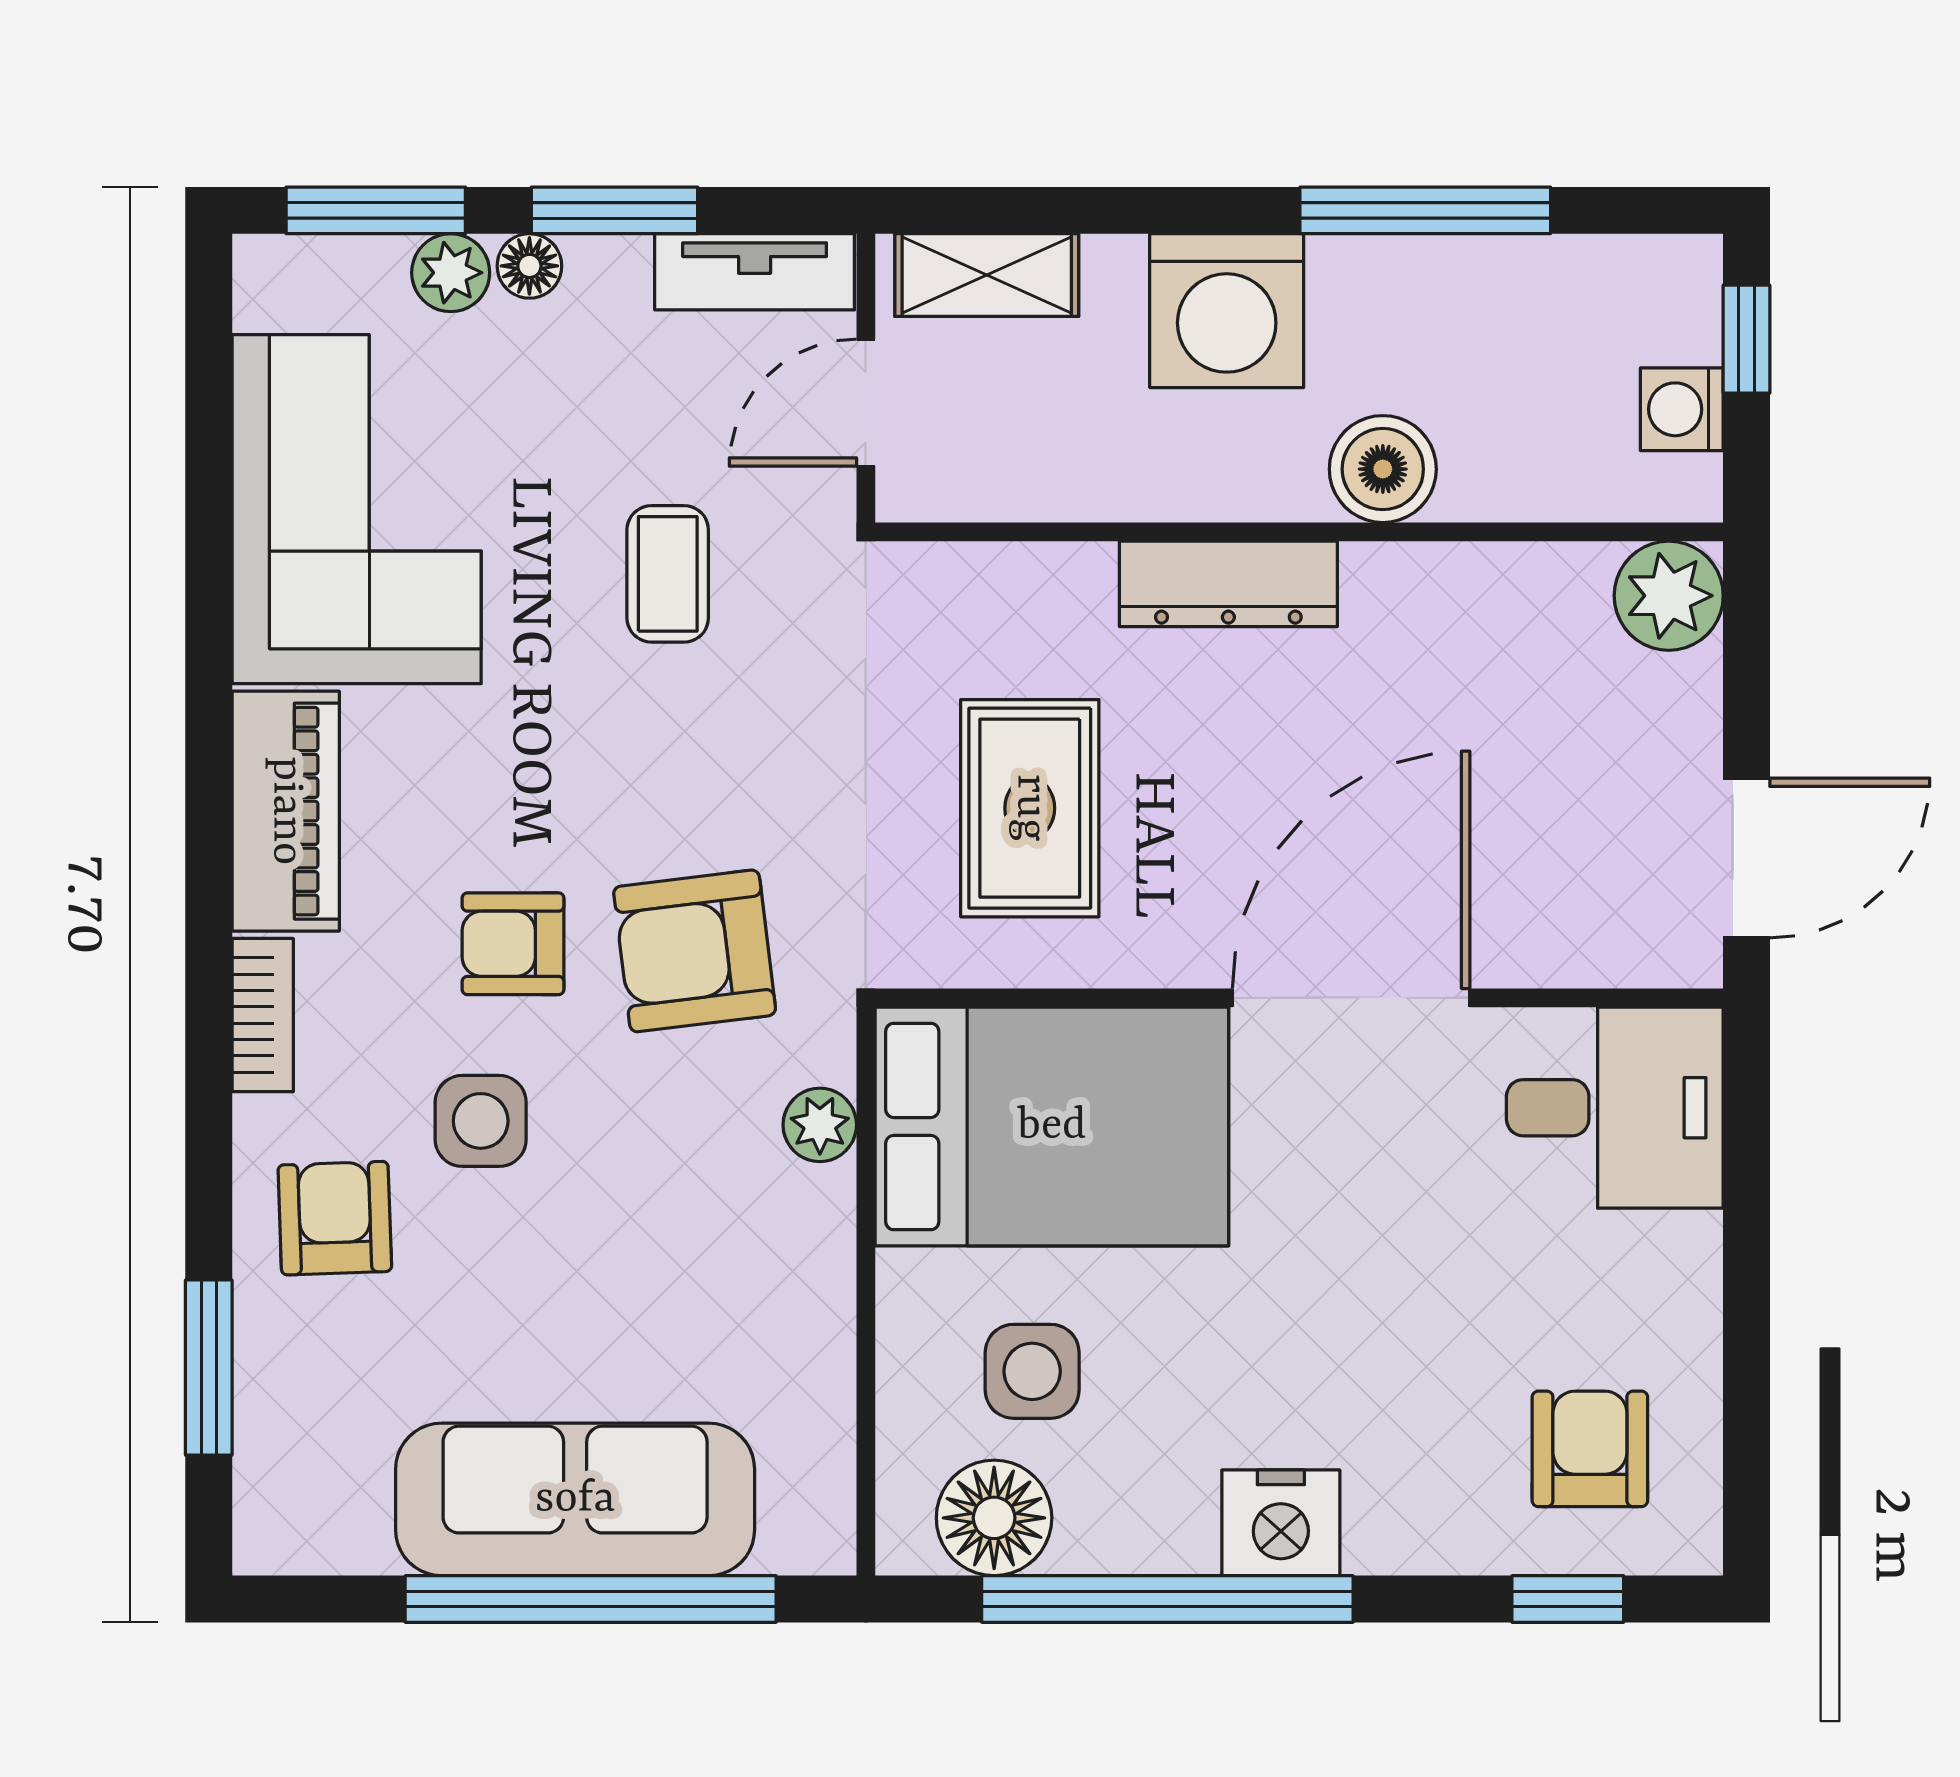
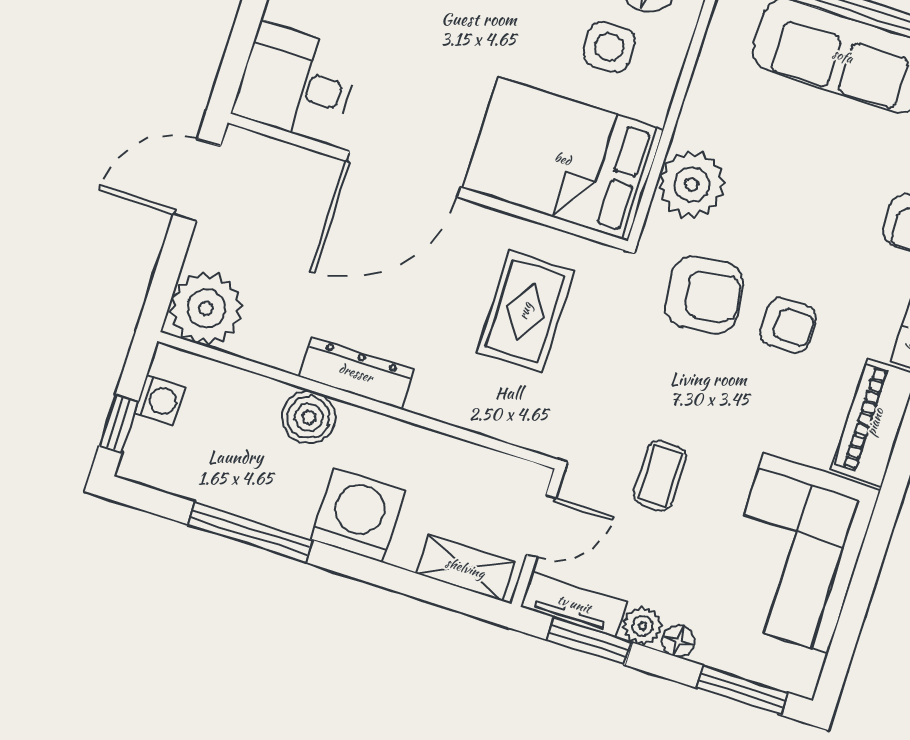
window: (614, 210) -> (589, 641), moved
plant: (451, 273) -> (643, 626), moved
dresser: (1228, 584) -> (356, 373), moved
plant: (1669, 596) -> (206, 308), width x1.36, depth x1.36
side table: (481, 1121) -> (830, 247), removed
plant: (820, 1125) -> (692, 184), width x1.88, depth x1.88

